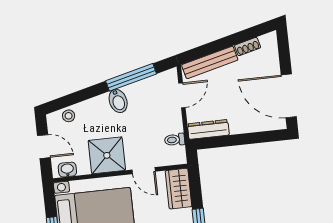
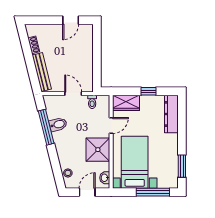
door: (182, 95) -> (73, 94), moved
door: (289, 96) -> (71, 20), width x0.53
bidet: (118, 101) -> (58, 124), moved
dresser: (208, 129) -> (88, 78), removed

